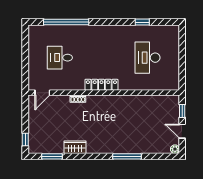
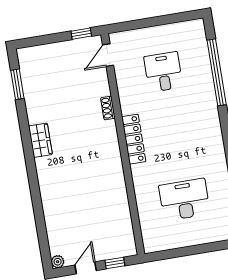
door: (42, 93) -> (108, 55), hinge flipped
window: (25, 139) -> (81, 34), moved
wardrobe: (75, 147) -> (40, 140), moved
window: (127, 156) -> (36, 194), removed

